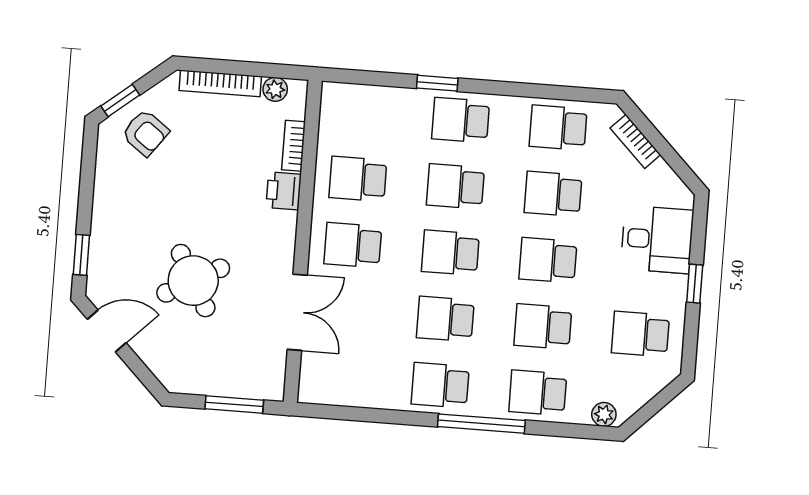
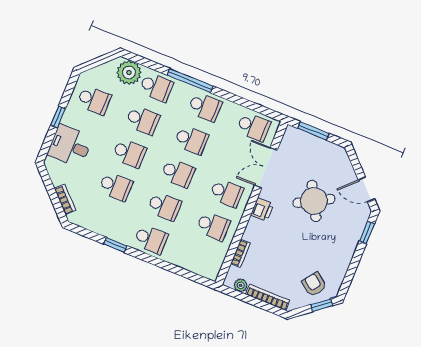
window: (437, 83) -> (115, 245), moved
school desk: (558, 128) -> (254, 127), moved
printer: (284, 191) -> (262, 210), moved
plant: (604, 414) -> (129, 72), width x1.88, depth x1.88

